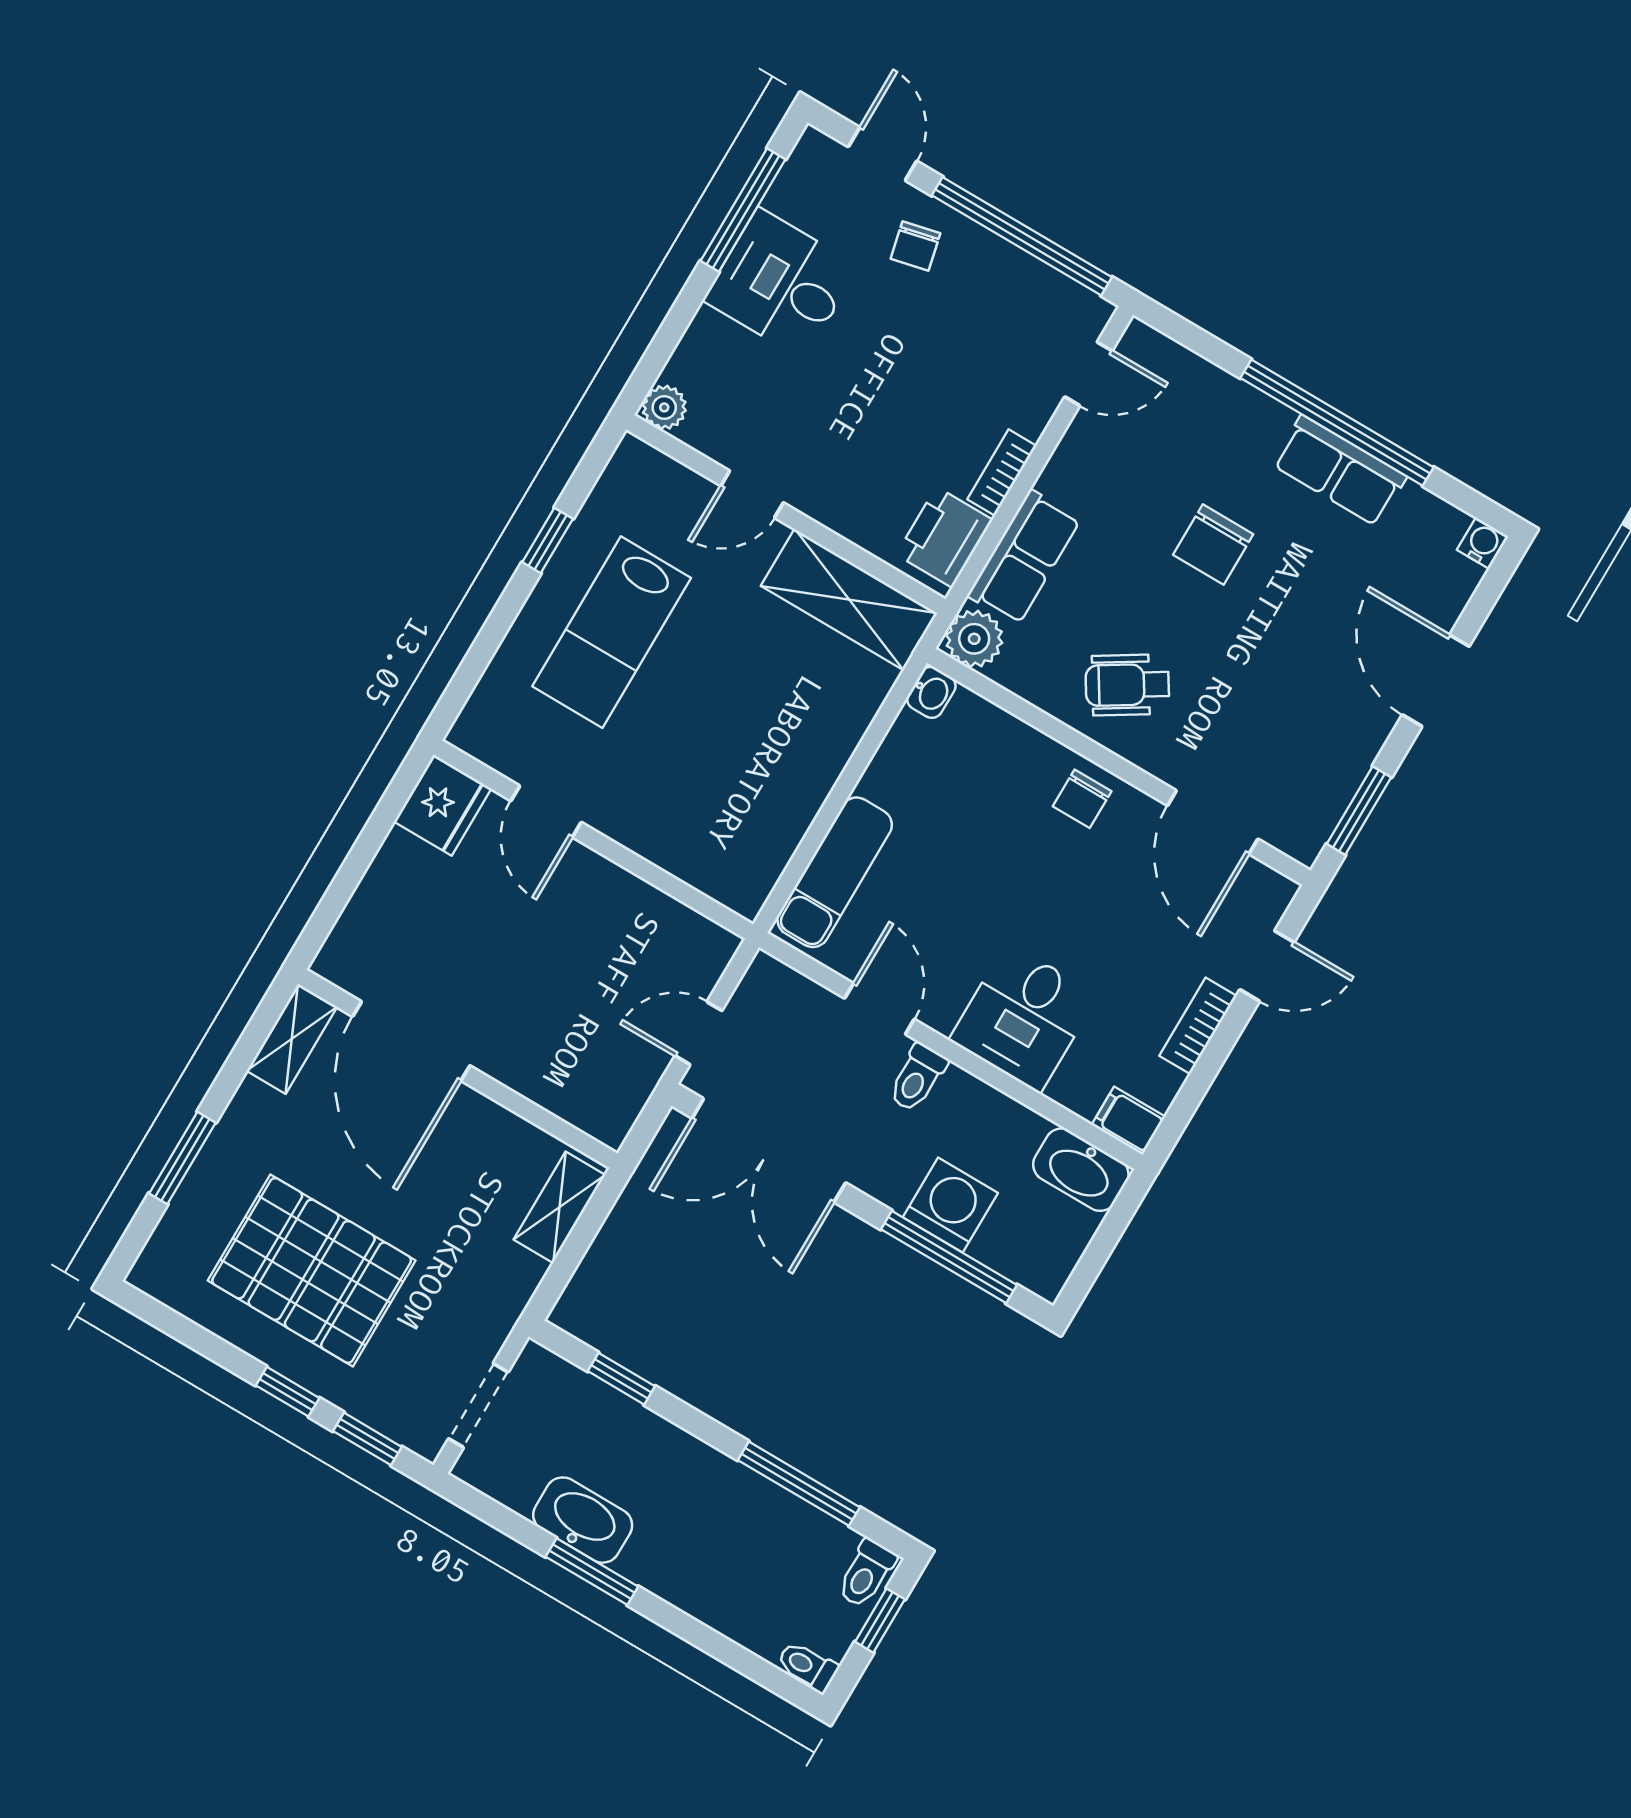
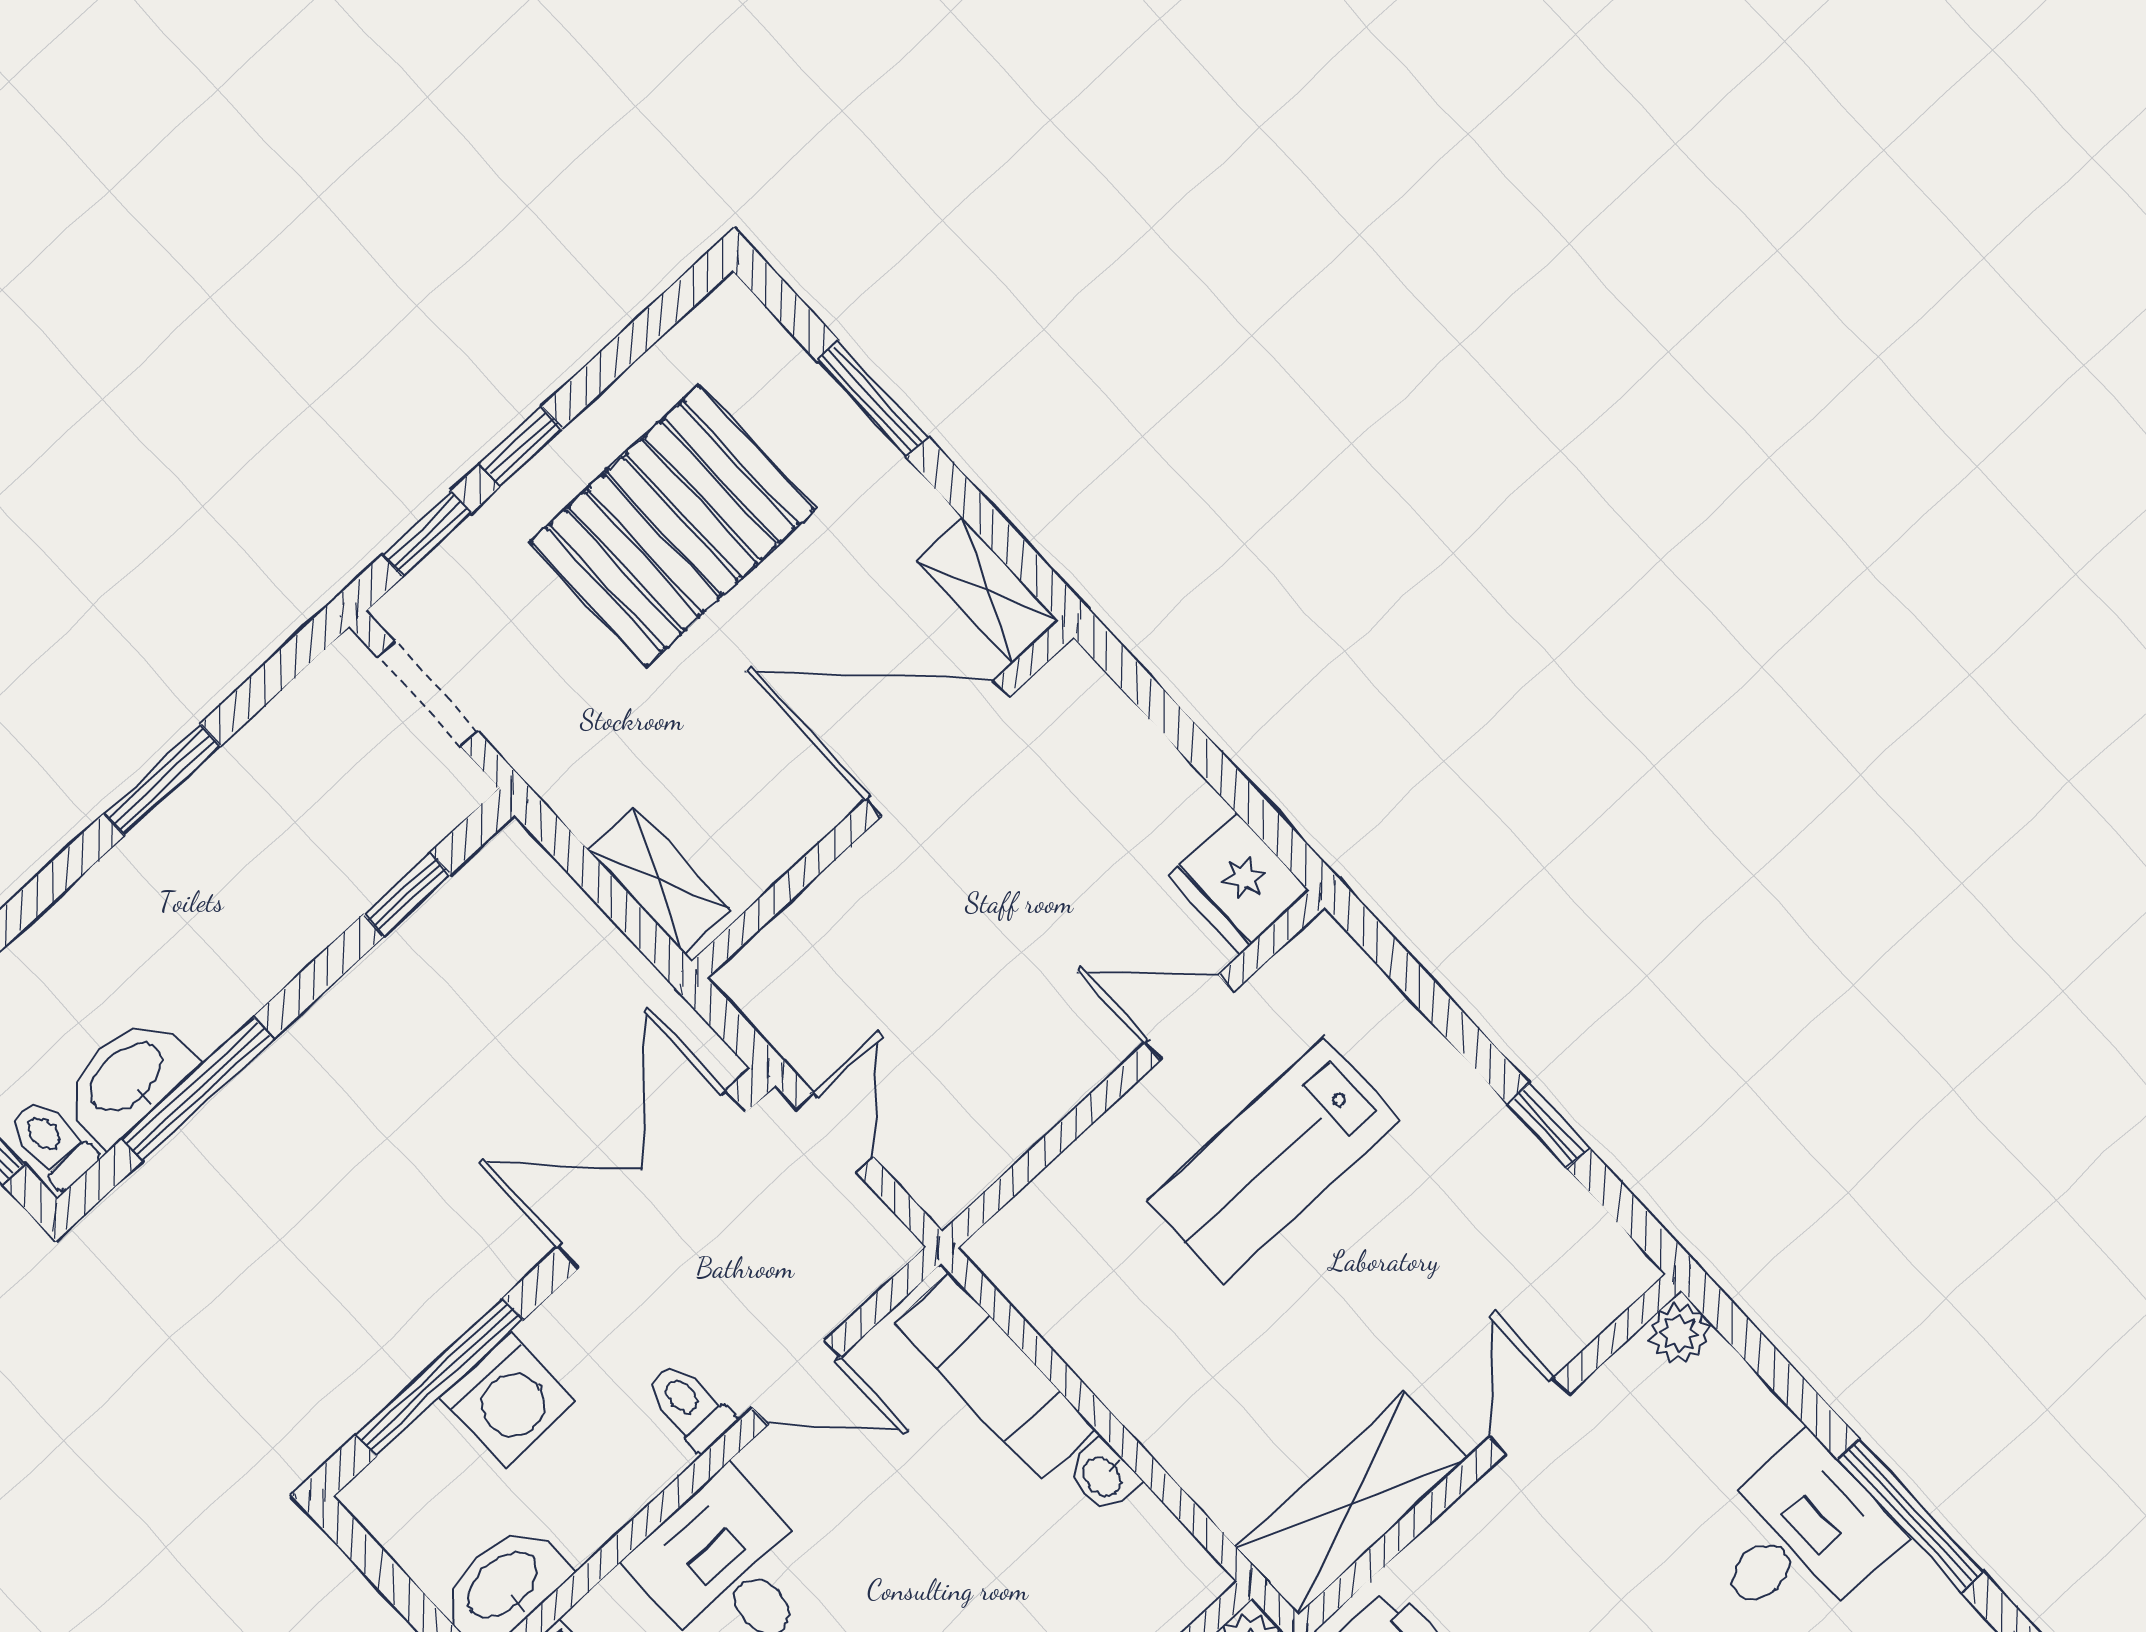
lab bench: (612, 632) -> (1273, 1160), moved, turned -90
washbasin: (931, 692) -> (1103, 1476), moved
washbasin: (583, 1520) -> (128, 1079), moved, turned 180

